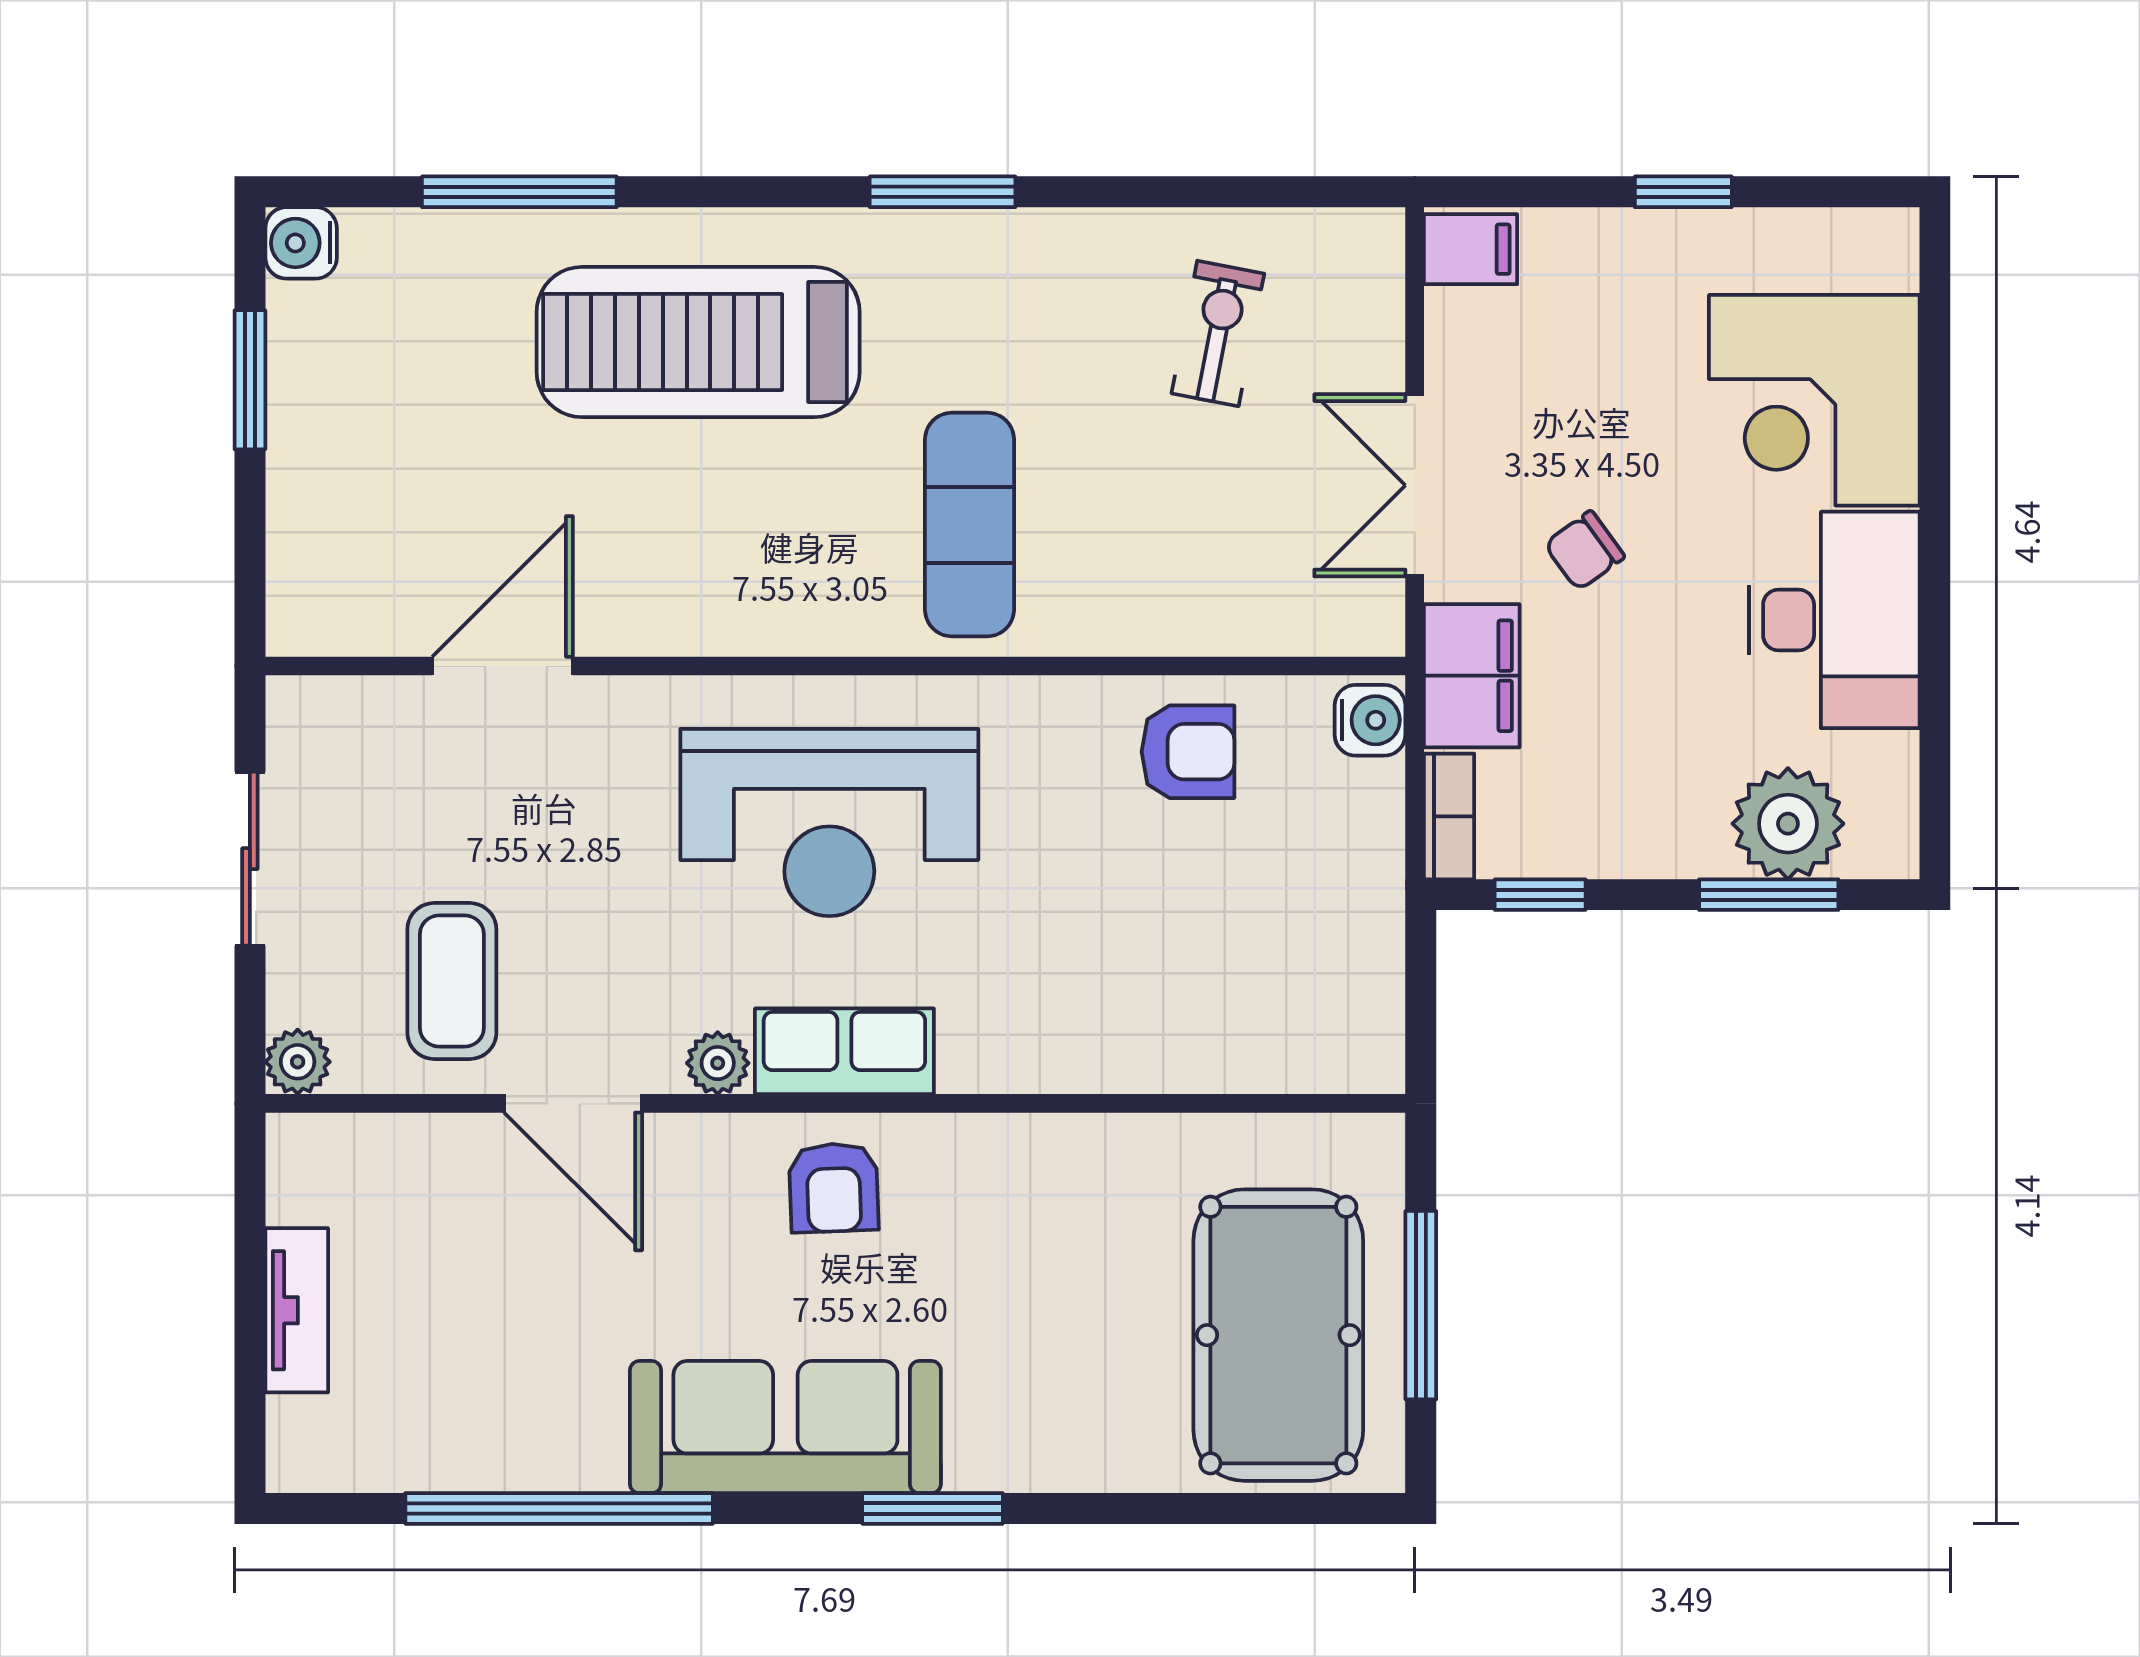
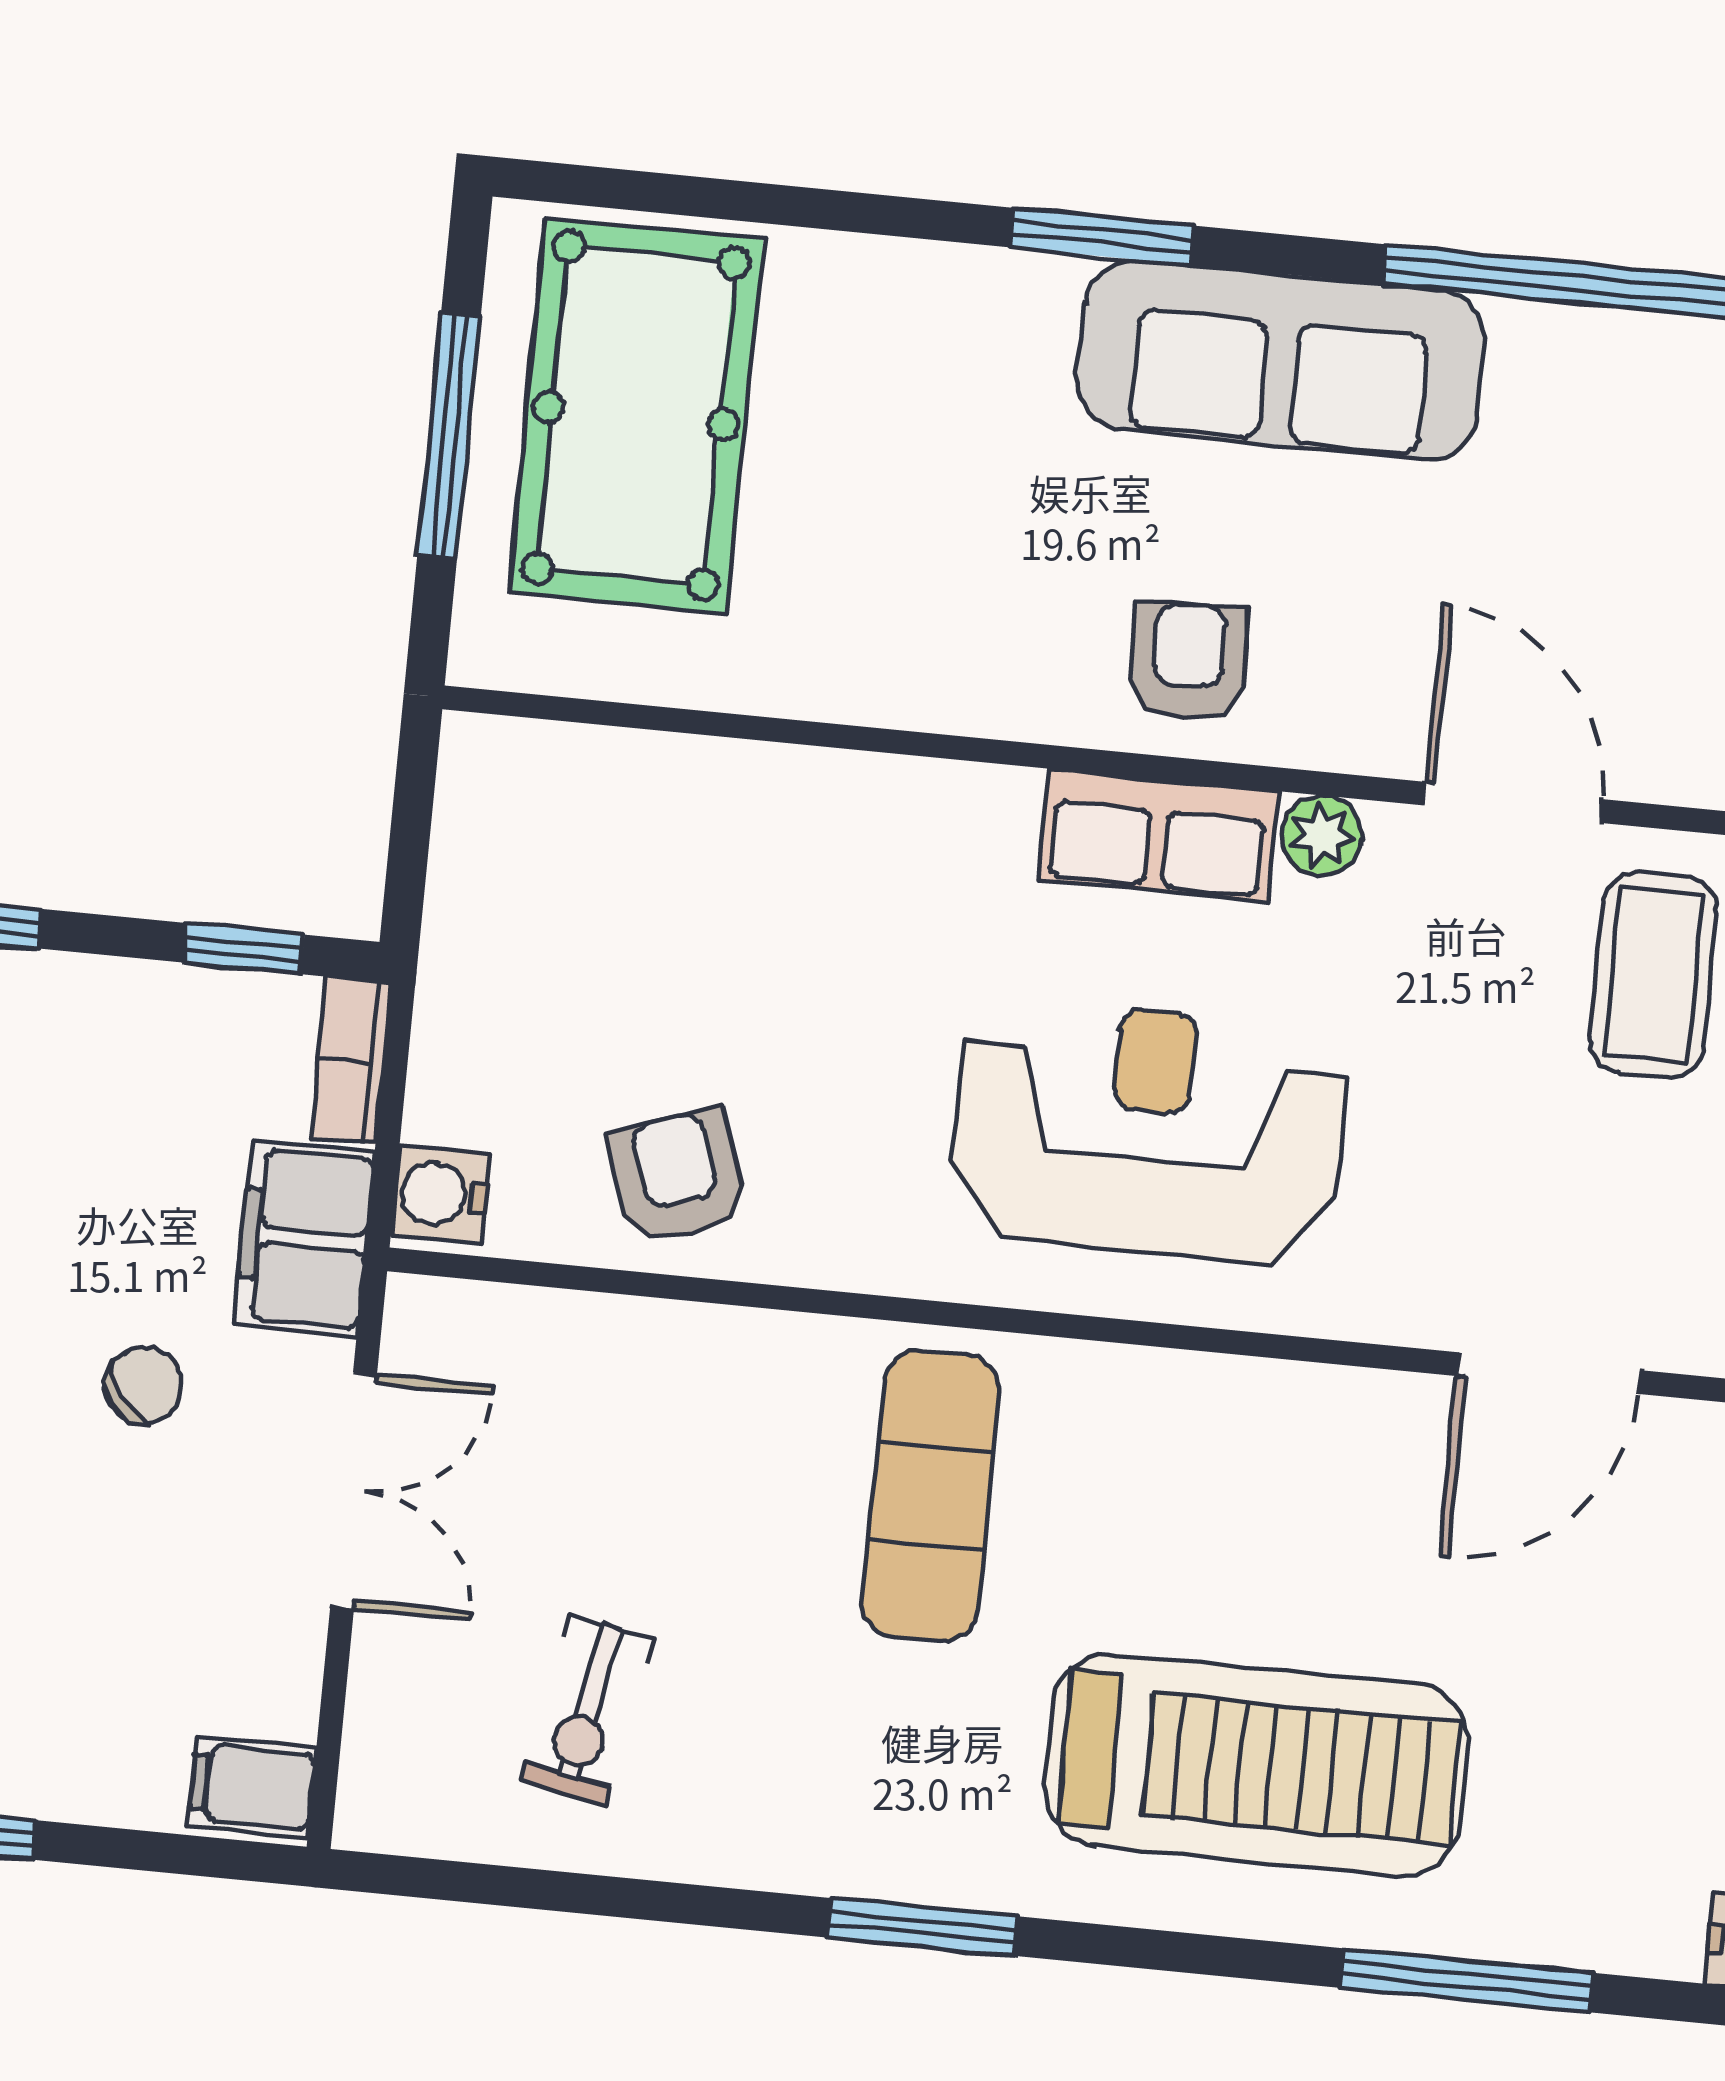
armchair: (1188, 752) -> (678, 1177), turned 71

